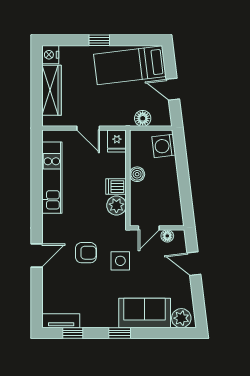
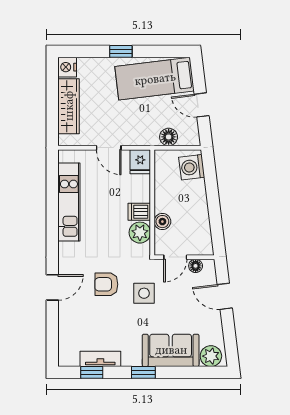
boiler: (137, 174) -> (162, 222), moved
armchair: (86, 253) -> (106, 284), turned 180
tv unit: (61, 321) -> (100, 359), moved

